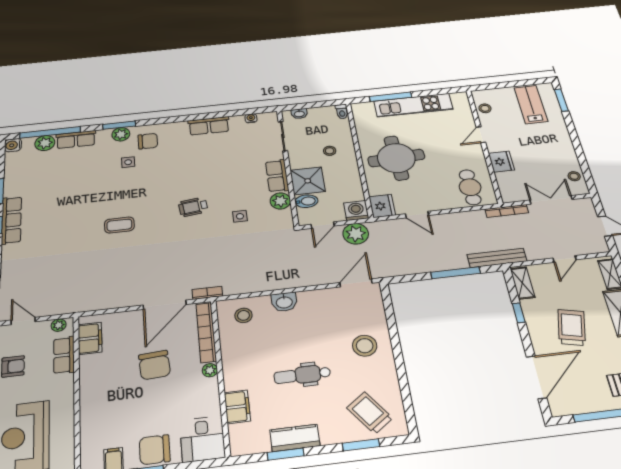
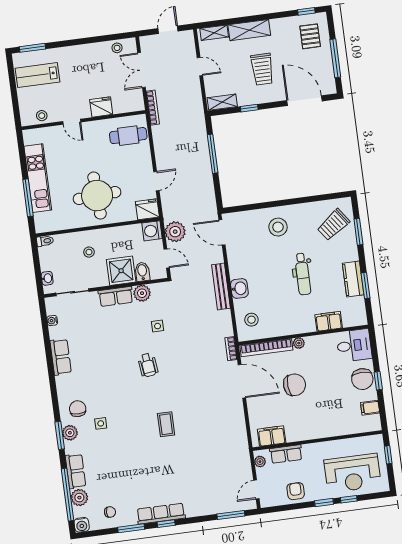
chair: (23, 171) -> (110, 512), added
bench: (497, 258) -> (221, 287), moved
trolley: (572, 327) -> (262, 69), turned -103

